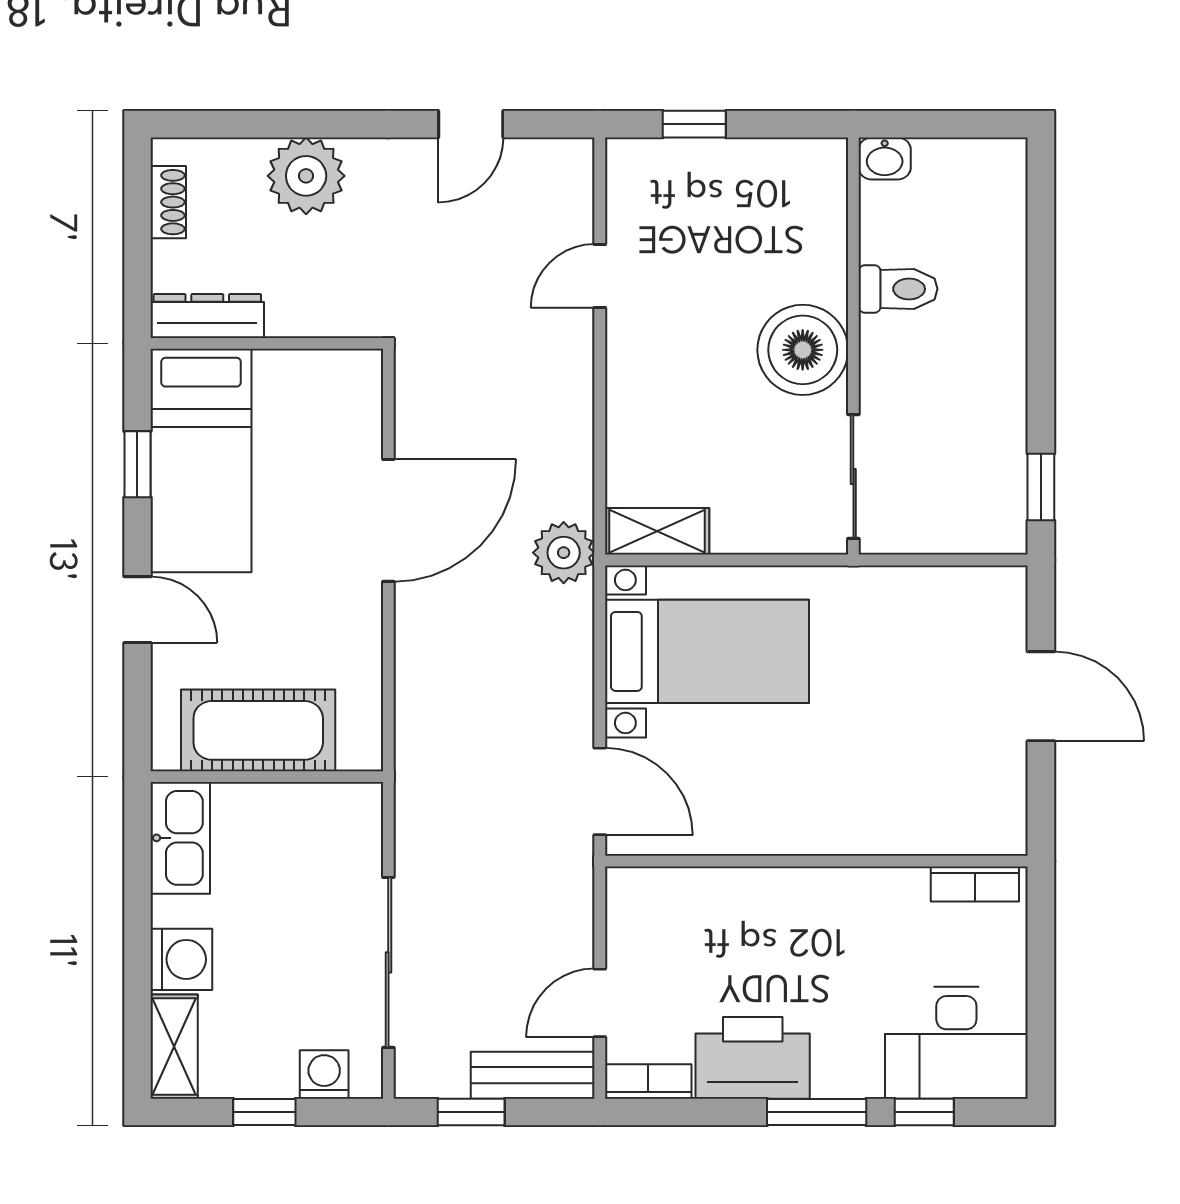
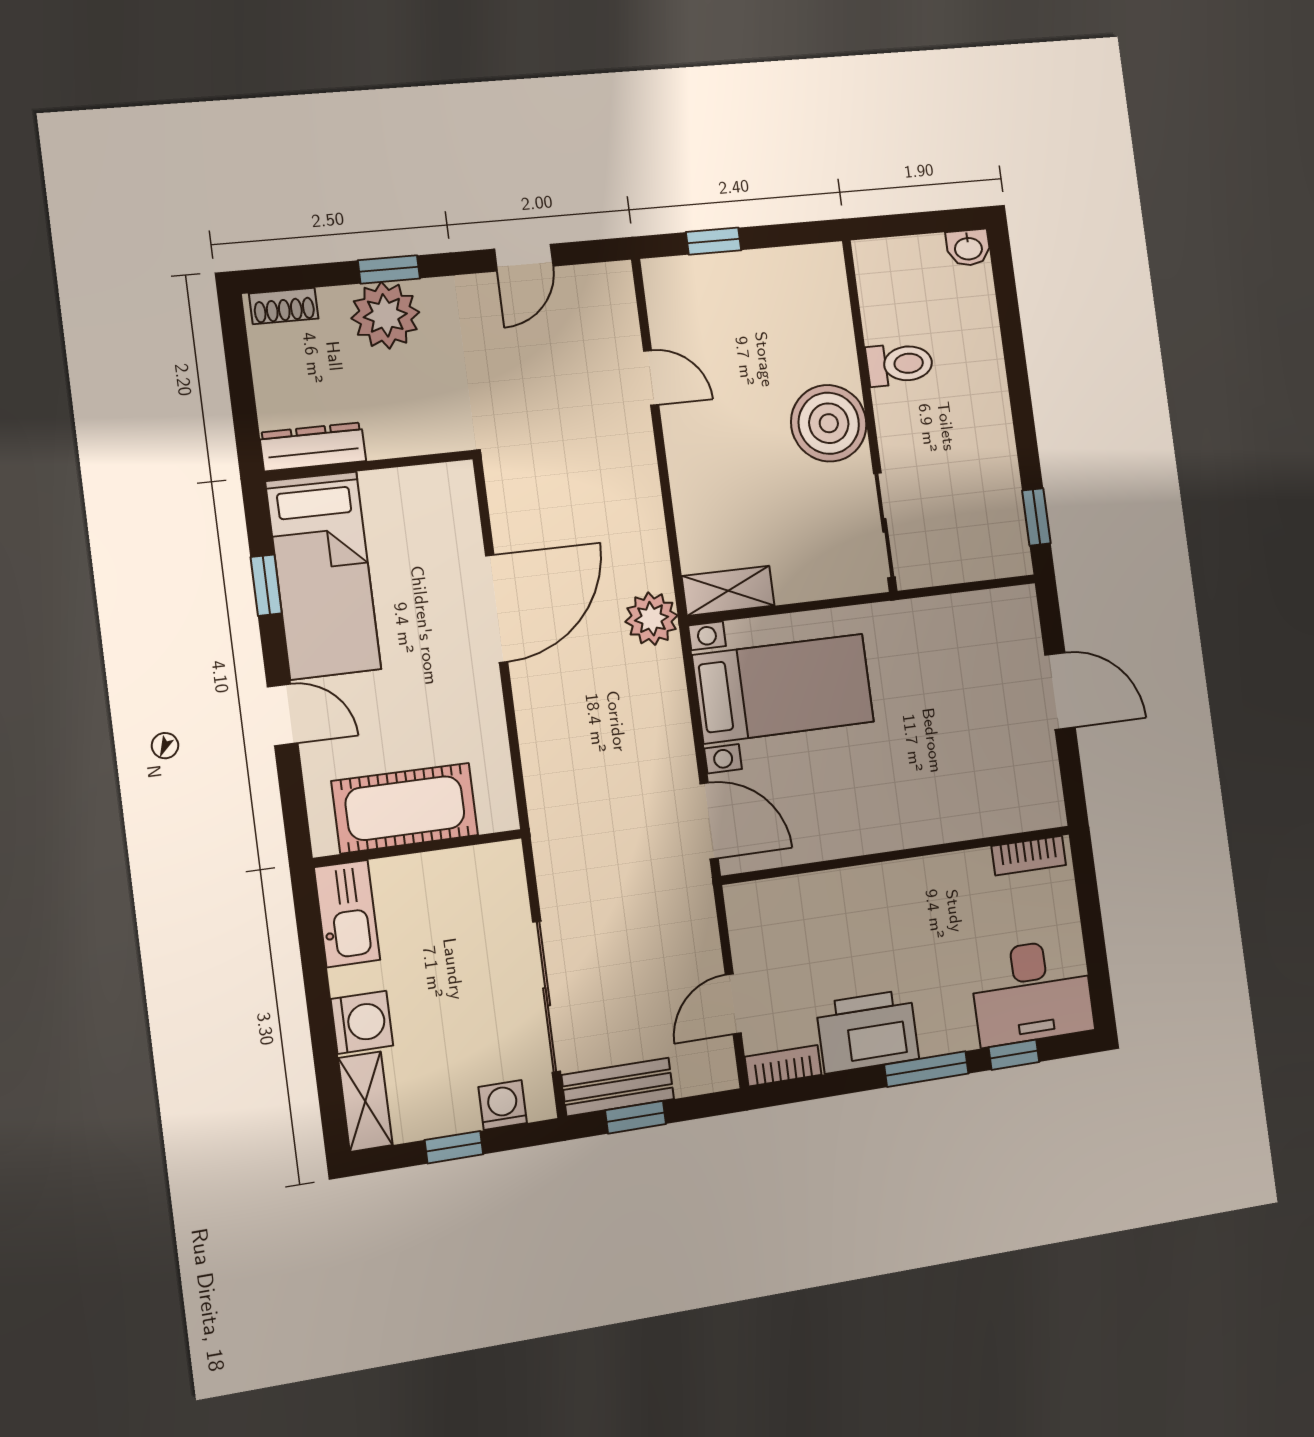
window: (316, 124) -> (389, 269), added
washbasin: (885, 158) -> (968, 248), moved
shoe rack: (168, 202) -> (284, 306), moved, turned 90
door: (600, 276) -> (651, 378), swing flipped
bench: (533, 1075) -> (618, 1087), moved

